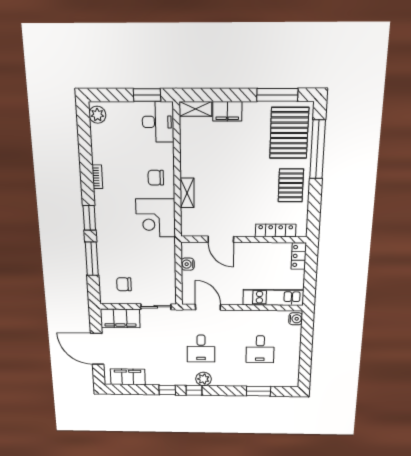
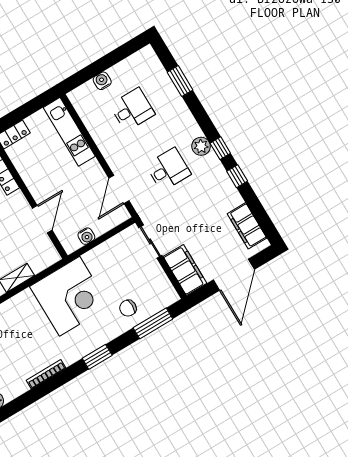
bookcase: (97, 177) -> (46, 374), width x1.56
chair: (156, 178) -> (20, 315), removed
corner desk: (156, 218) -> (70, 296), width x1.36, depth x1.36
window: (92, 259) -> (153, 323), moved
chair: (124, 284) -> (128, 308), moved, turned 90
water cooler: (296, 319) -> (102, 81), moved

